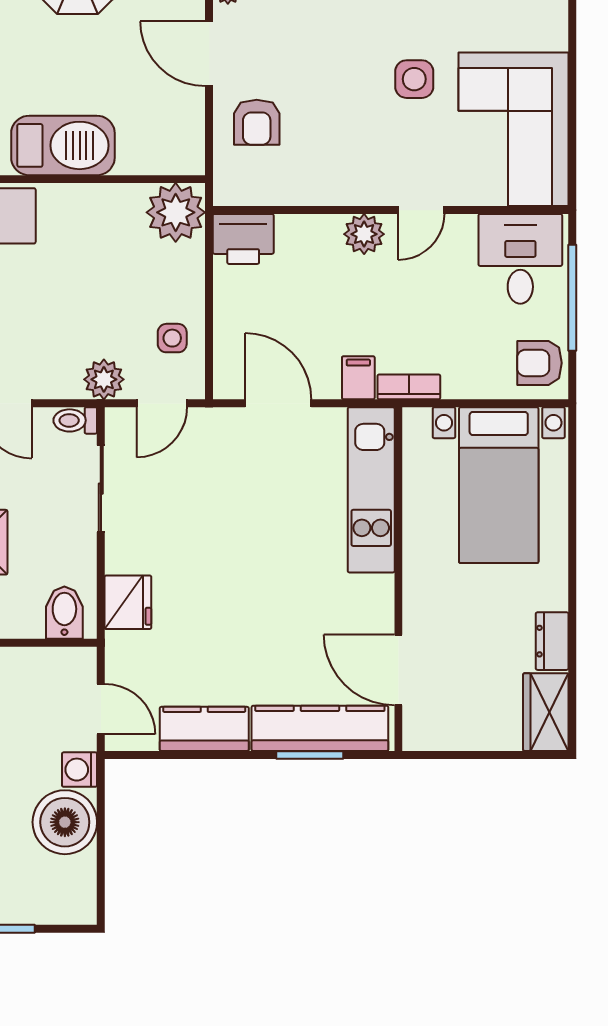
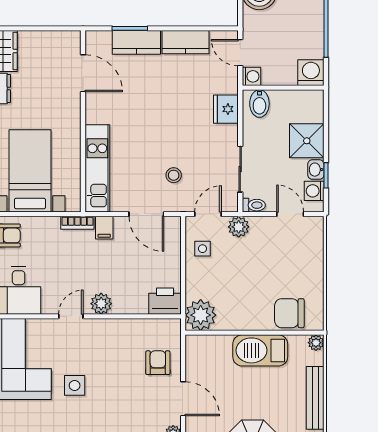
stool: (227, 477) -> (174, 175), added
kitchen counter: (320, 728) -> (136, 42), width x0.67
washing machine: (80, 770) -> (251, 76), moved

